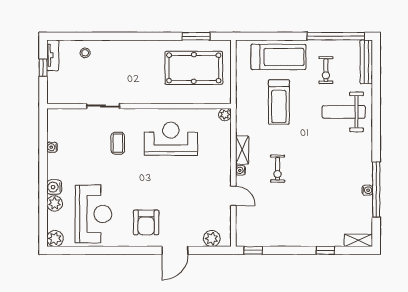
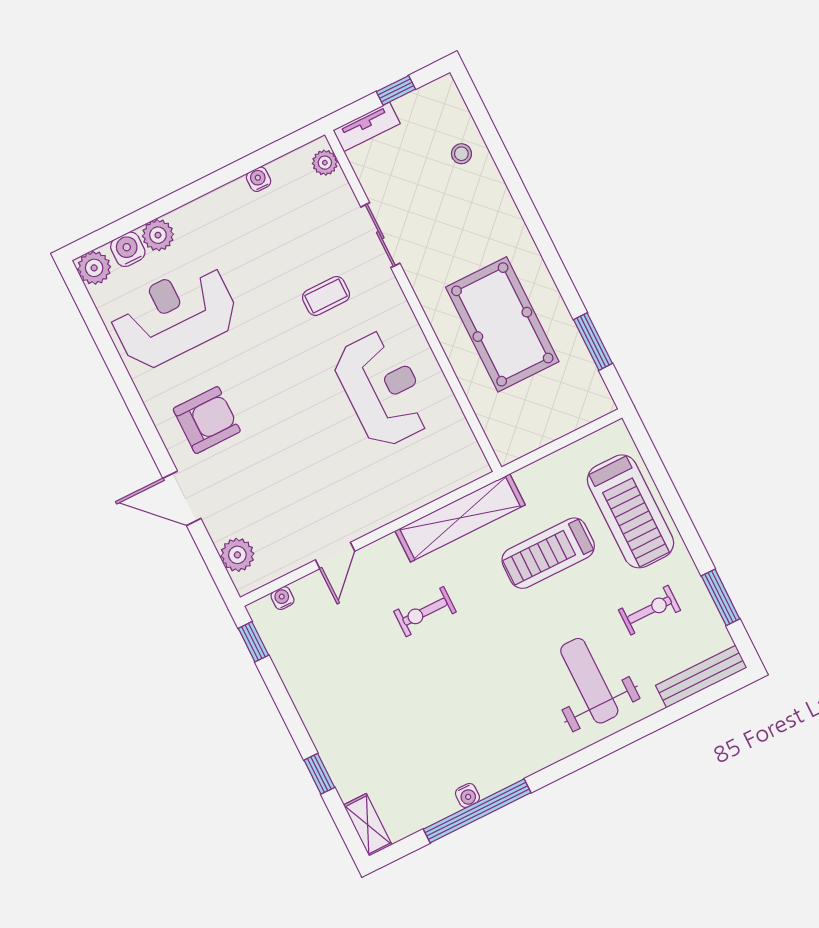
window: (336, 36) -> (721, 597), width x0.47
tv unit: (53, 55) -> (367, 127), moved
pool table: (194, 68) -> (502, 324), moved
exercise bike: (326, 70) -> (650, 610), turned 180
plant: (225, 115) -> (325, 163), moved
shelving: (242, 150) -> (460, 518), width x2.20, depth x1.33
water cooler: (241, 170) -> (282, 598), moved
water cooler: (54, 187) -> (128, 249), moved
reception desk: (93, 214) -> (174, 316), turned 180
armchair: (146, 222) -> (207, 420), turned 180

